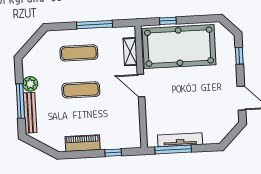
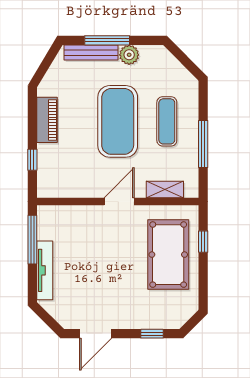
pool table: (179, 47) -> (168, 255), width x0.73, depth x0.76
exercise mat: (81, 90) -> (118, 121), width x2.00, depth x1.45
tv unit: (180, 140) -> (45, 270), moved

